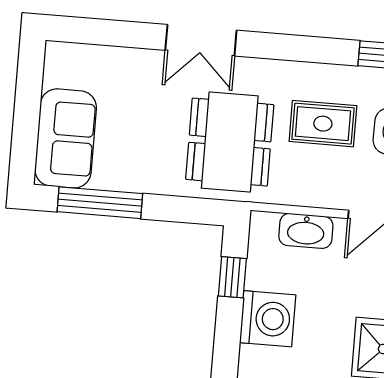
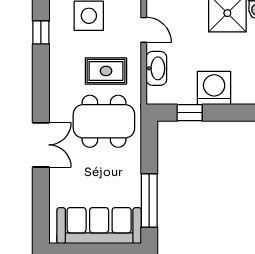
rug: (323, 124) -> (106, 71), moved, turned 90
sofa: (66, 138) -> (99, 226), width x1.36

